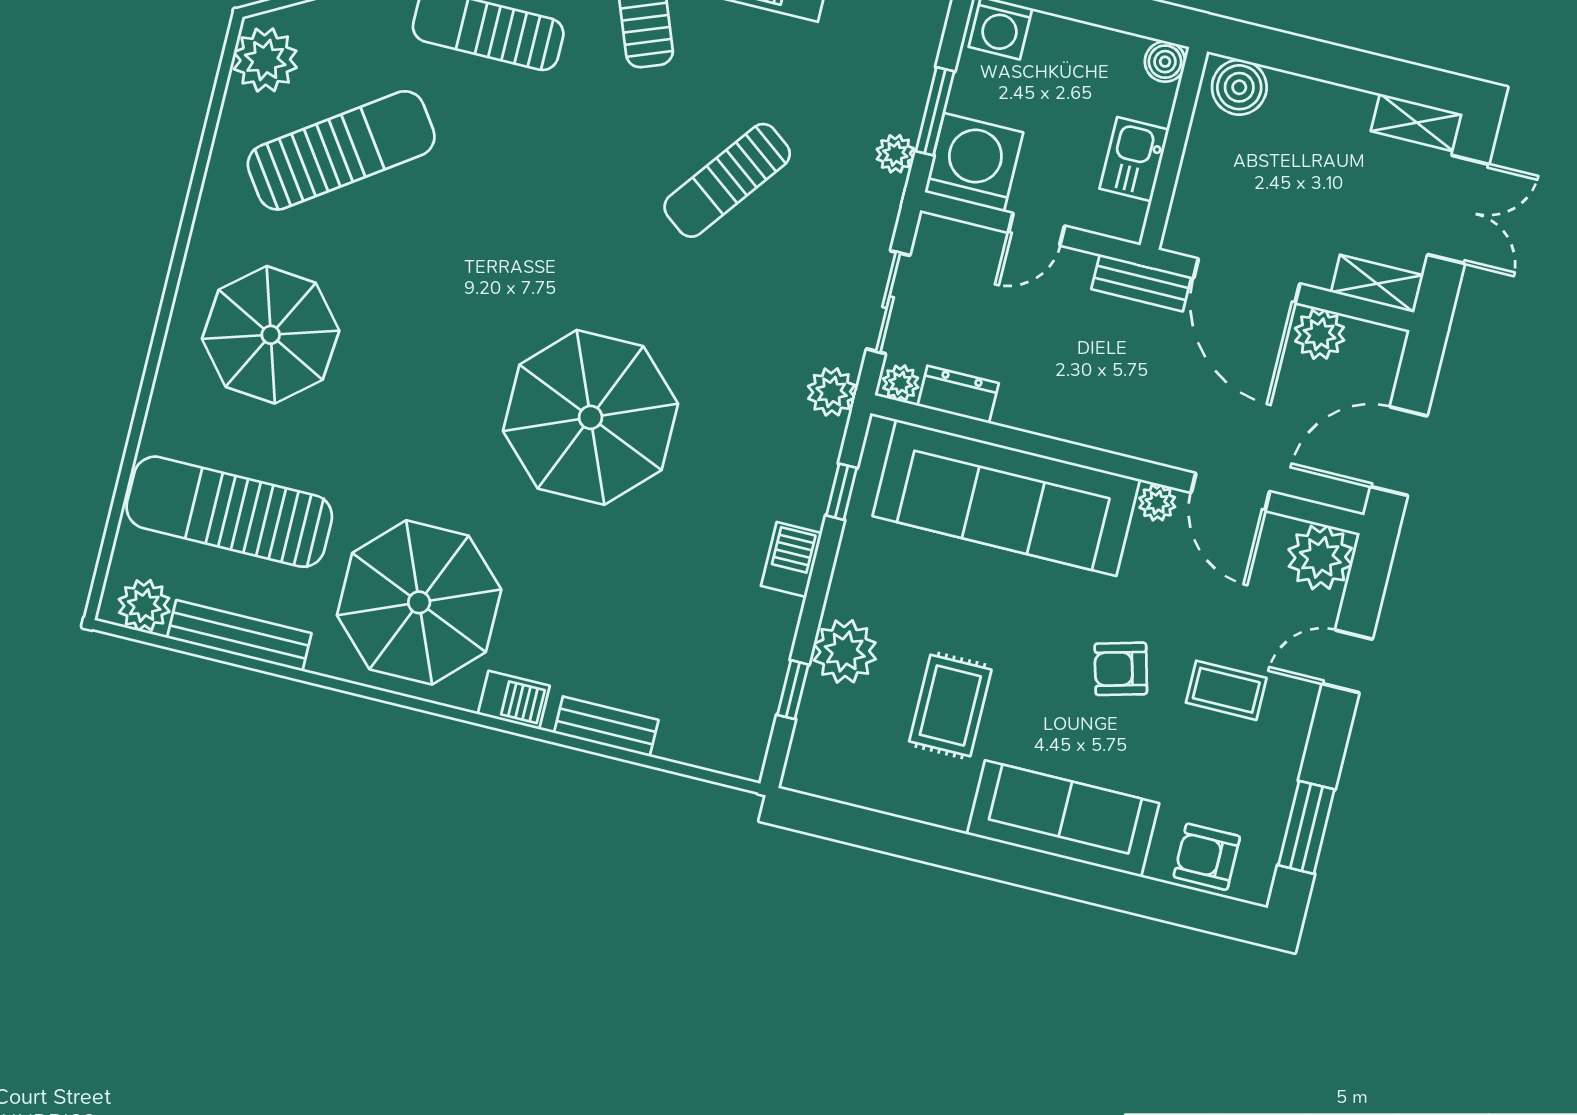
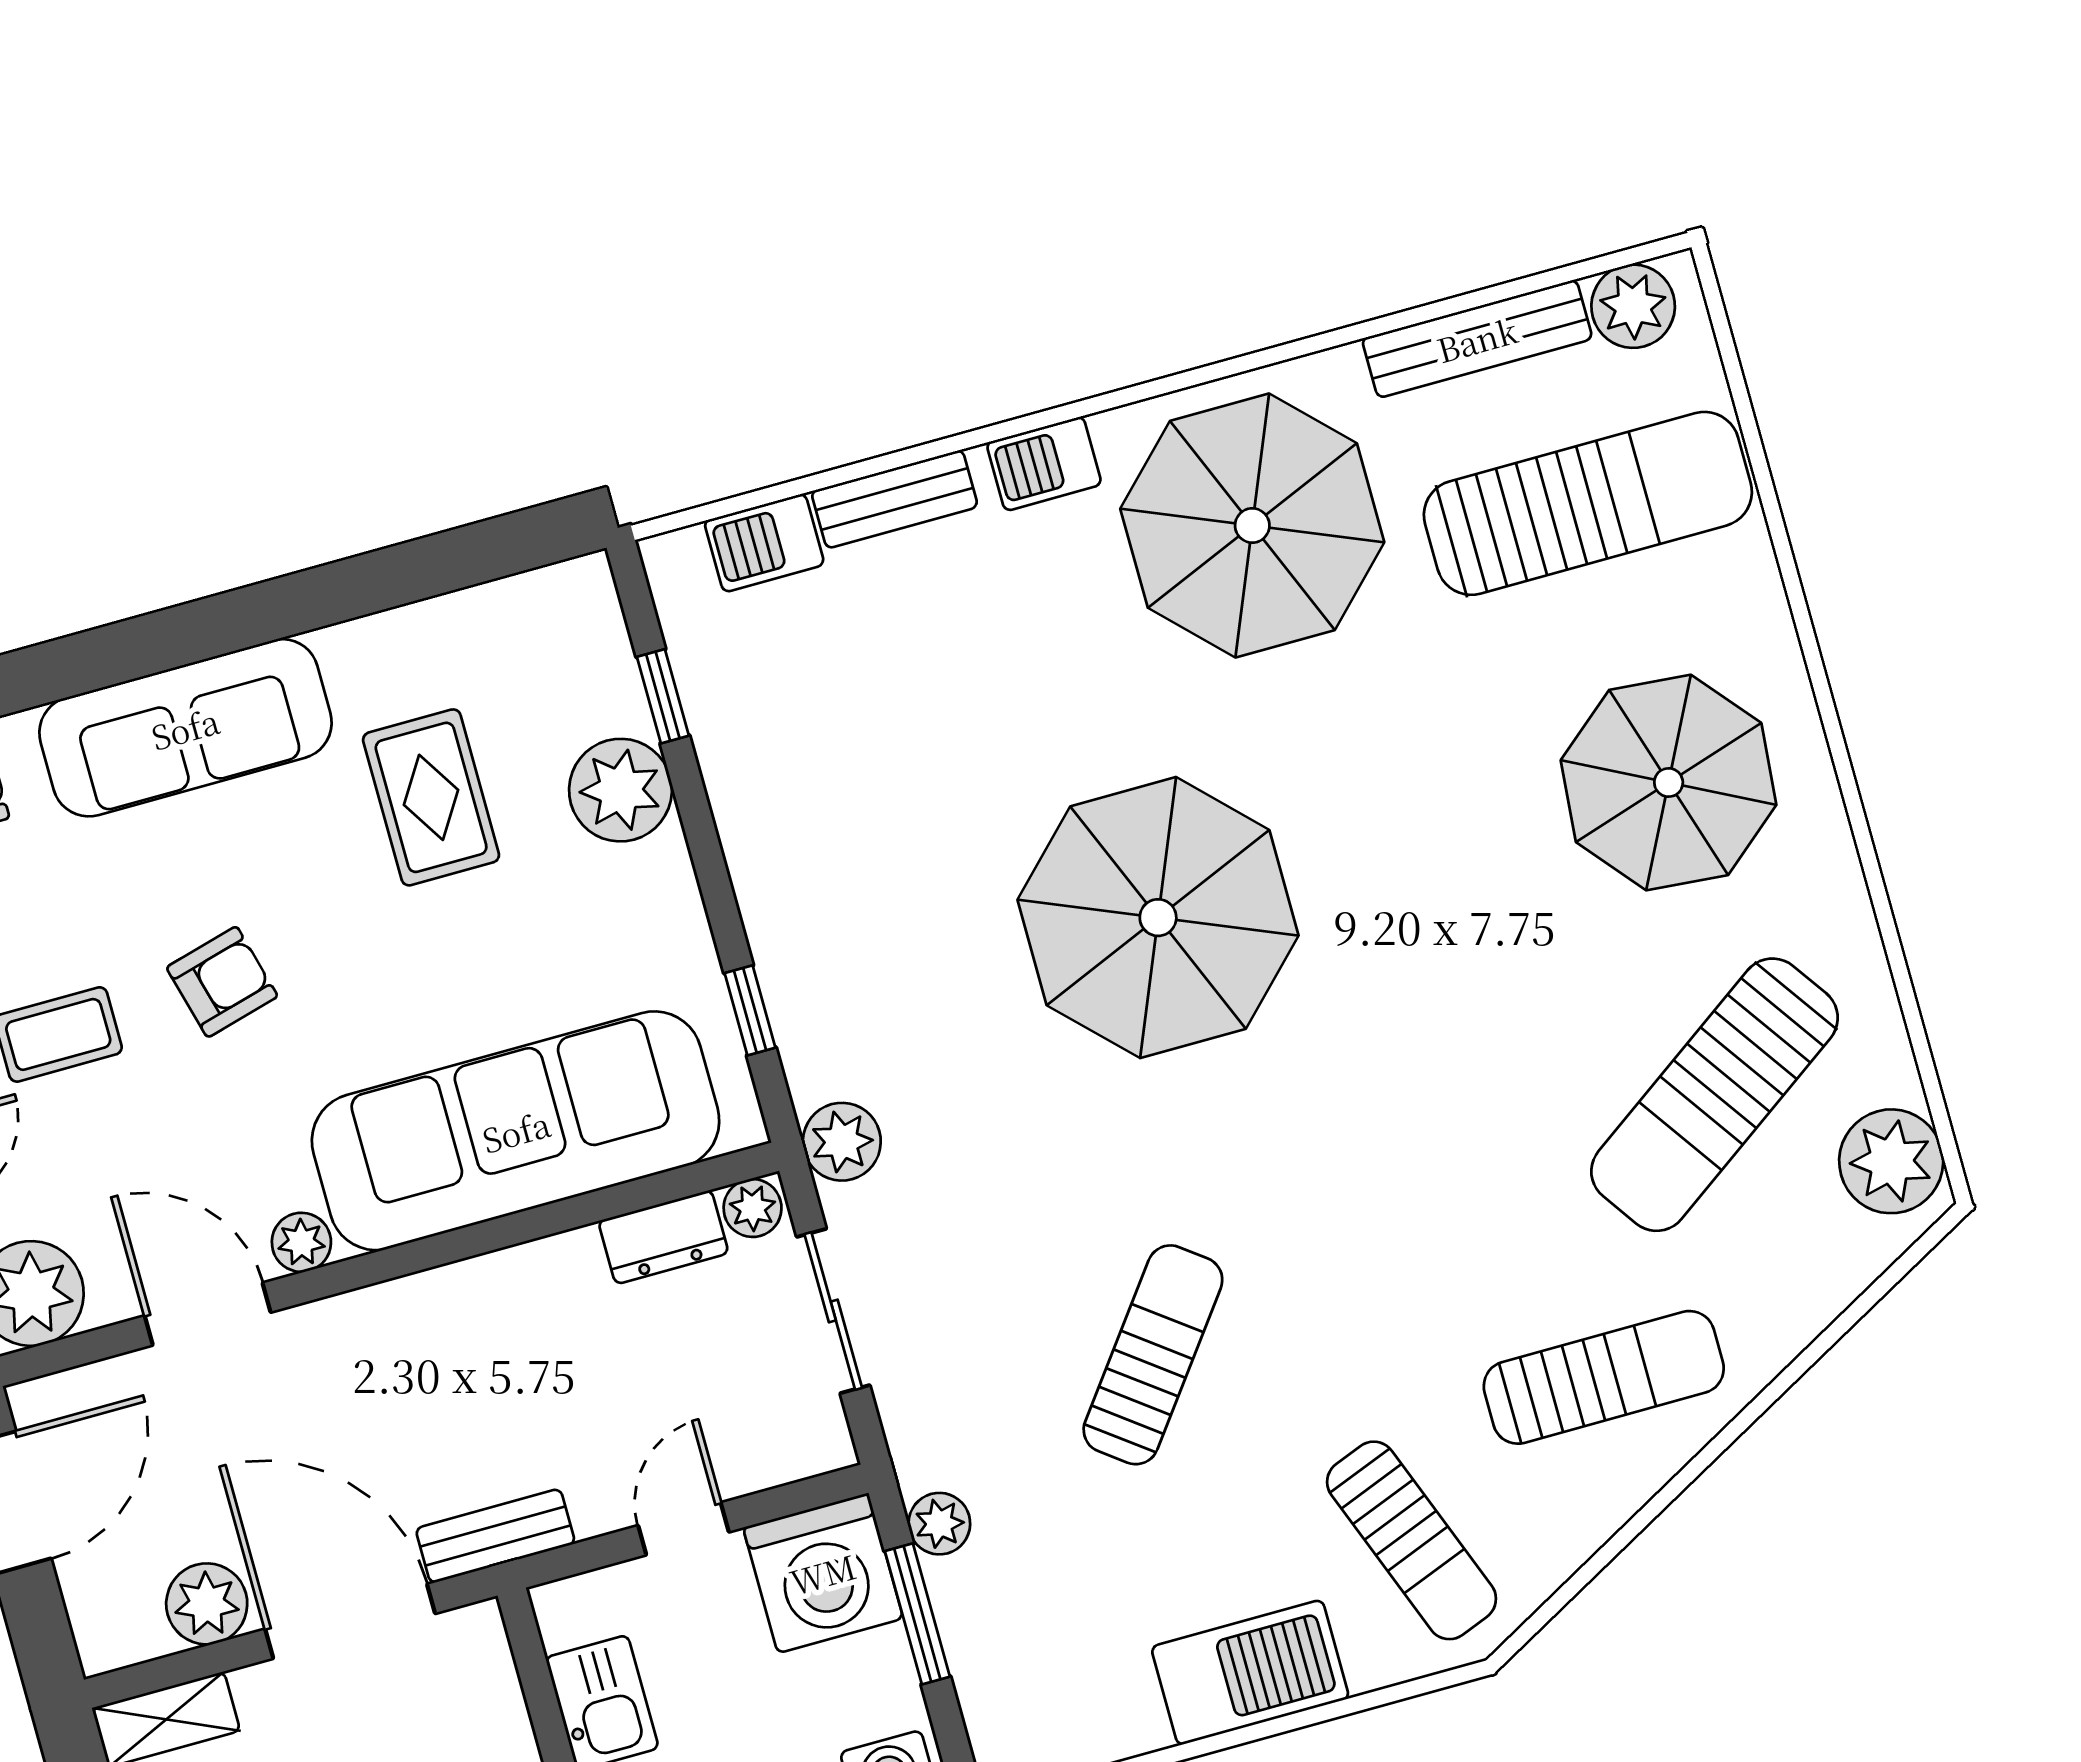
barbecue: (791, 560) -> (764, 543), moved, turned 90

